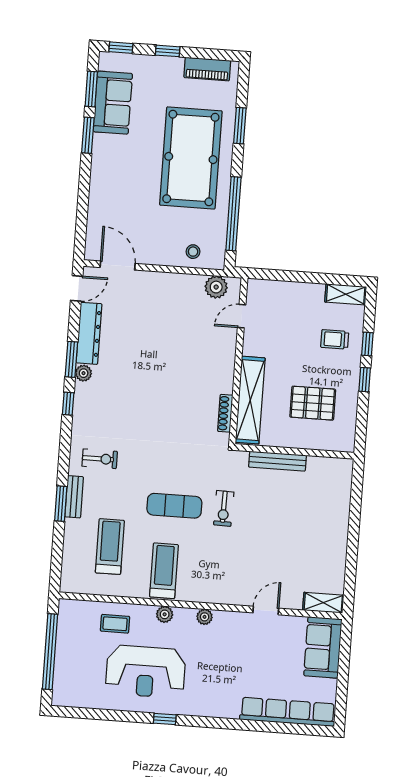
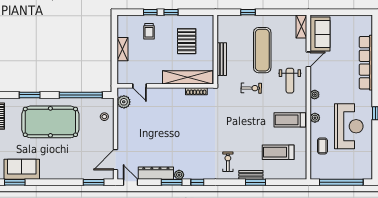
window: (88, 135) -> (94, 182), moved
shelving: (346, 294) -> (123, 49), moved
exercise mat: (174, 506) -> (262, 50), moved, width x1.36, depth x1.45
window: (355, 513) -> (248, 12), added
weight bench: (232, 576) -> (290, 81), added
door: (266, 610) -> (308, 59), swing flipped
sofa: (323, 647) -> (320, 34), moved, turned -90
row of seats: (288, 712) -> (366, 63), moved

